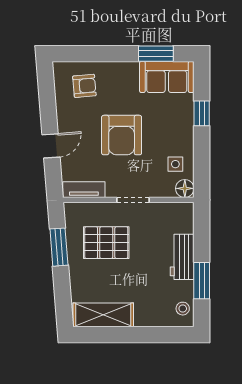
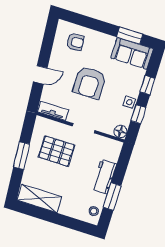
window: (202, 157) -> (138, 114), added
side table: (175, 164) -> (129, 102), moved
window: (59, 247) -> (21, 156), moved

